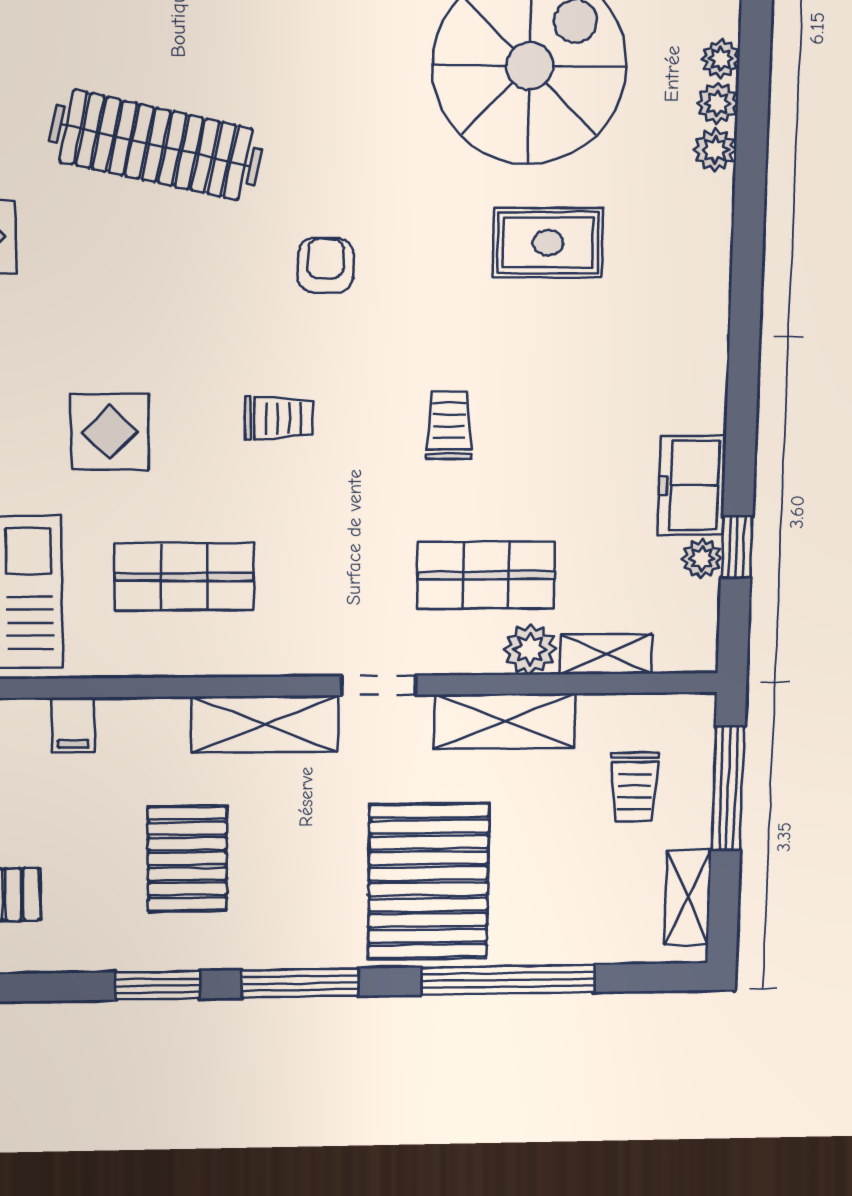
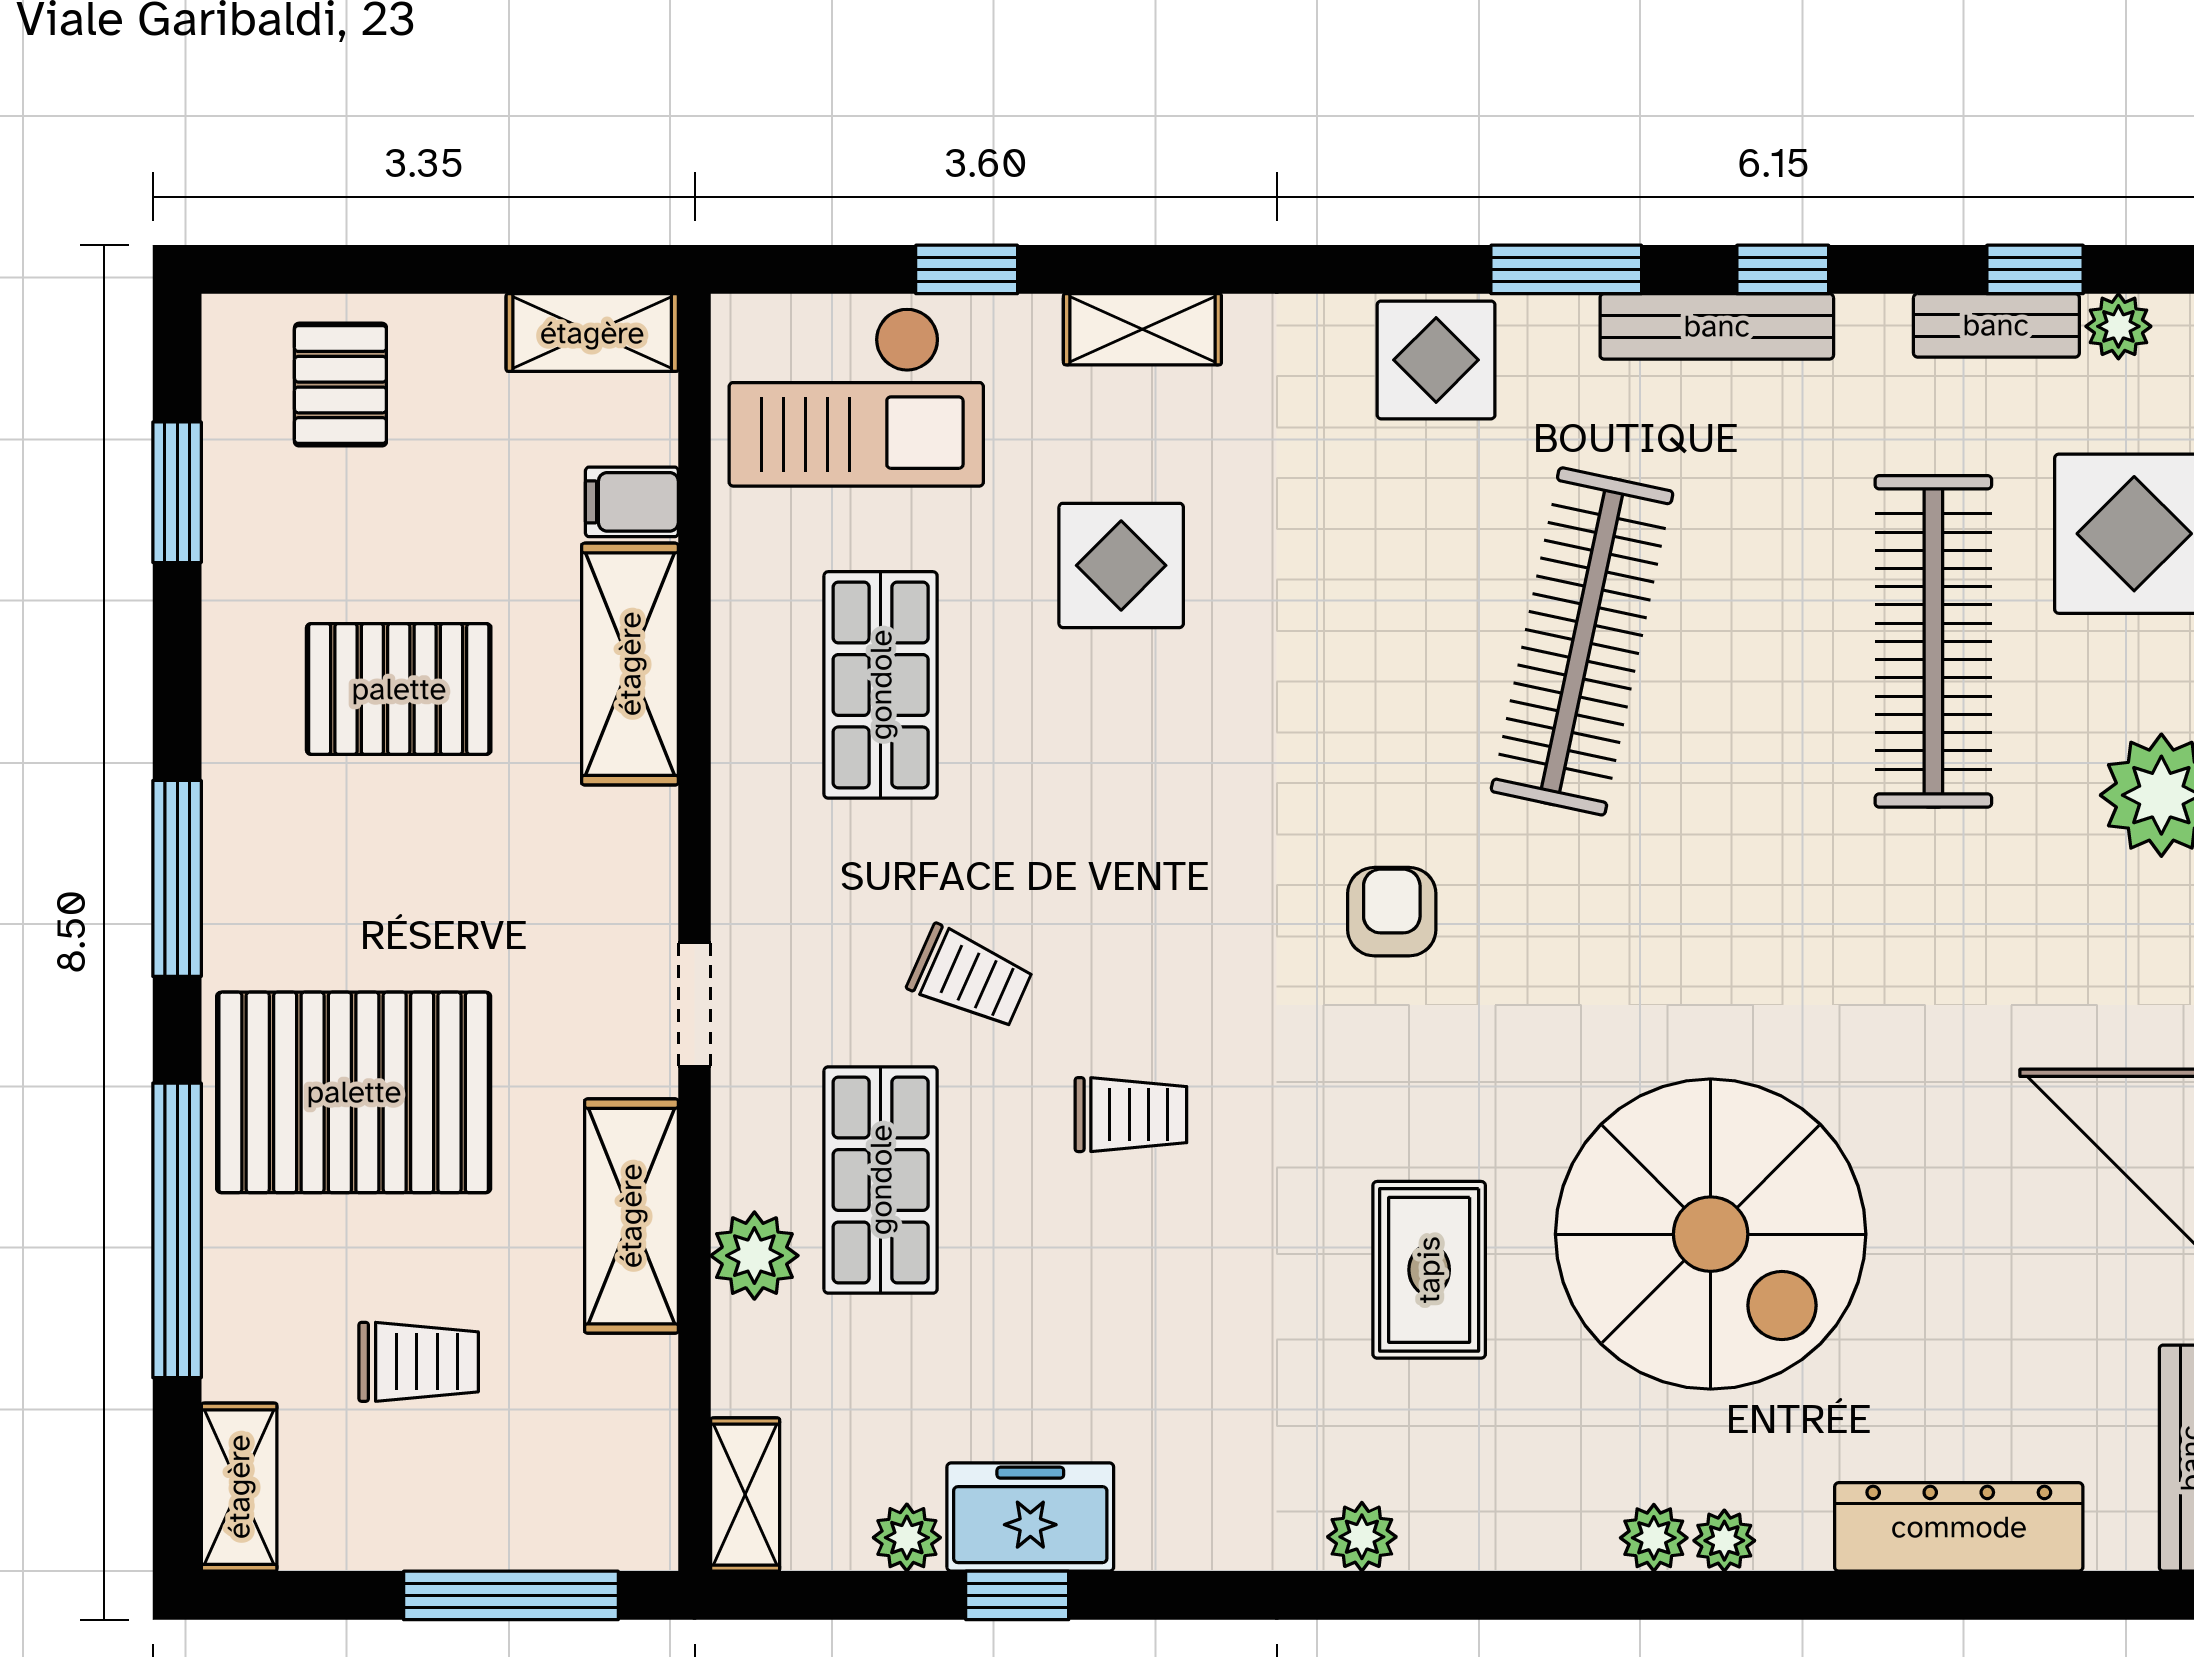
plant: (715, 150) -> (1362, 1537), moved
armchair: (326, 265) -> (1392, 912), turned -91
trolley: (279, 418) -> (970, 977), moved, turned -66
window: (737, 547) -> (1017, 1595), moved
shelving: (606, 654) -> (745, 1495), moved
shelving: (265, 724) -> (630, 664), moved
trolley: (634, 787) -> (419, 1362), moved, turned 180
shelving: (688, 898) -> (239, 1487), moved, turned 90
window: (158, 985) -> (177, 492), moved

